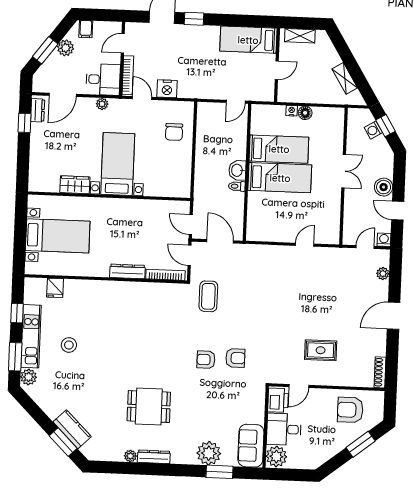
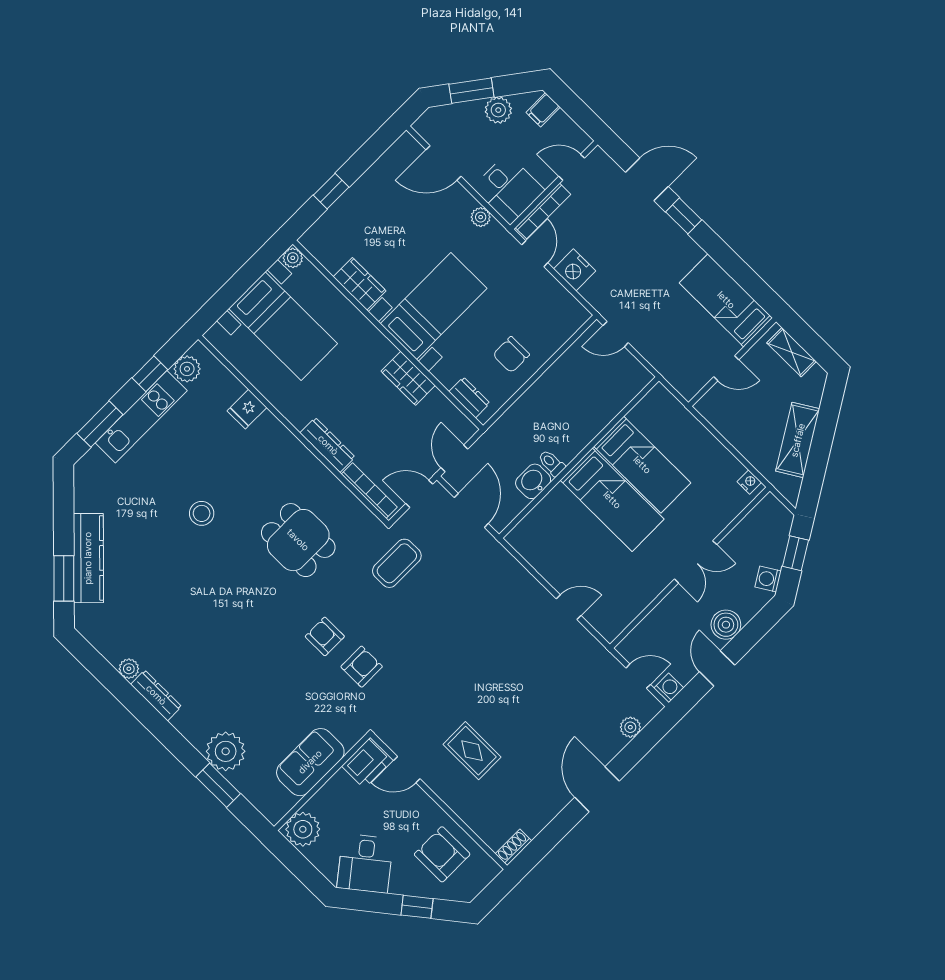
shelving: (345, 78) -> (798, 440), width x1.50, depth x1.33
door: (236, 102) -> (616, 334), moved
dresser: (38, 110) -> (469, 397), moved, turned -90
nightstand: (292, 111) -> (749, 482), moved
floor lamp: (305, 113) -> (713, 450), removed
window: (25, 123) -> (331, 191), moved
washing machine: (373, 130) -> (768, 579), moved
chair: (174, 132) -> (511, 355), moved
washbasin: (237, 170) -> (533, 481), moved
plant: (34, 201) -> (293, 258), added
wardrobe: (136, 207) -> (408, 378), added
door: (190, 255) -> (419, 494), hinge flipped
fridge: (55, 288) -> (247, 409), moved
door: (394, 316) -> (597, 789), hinge flipped
stool: (69, 345) -> (202, 513), moved
armchair: (235, 358) -> (362, 667), turned -90
shoe rack: (380, 372) -> (513, 847), width x0.70
plant: (29, 377) -> (187, 369), moved
dining table: (149, 407) -> (298, 540), moved
kitchen counter: (72, 429) -> (88, 558), width x1.50
desk: (284, 429) -> (365, 863), moved, turned -128
window: (361, 444) -> (417, 907), width x0.67
sofa: (251, 446) -> (310, 762), moved

